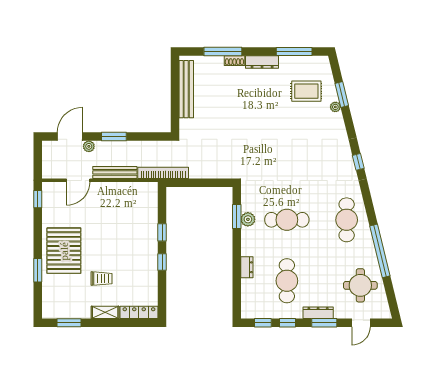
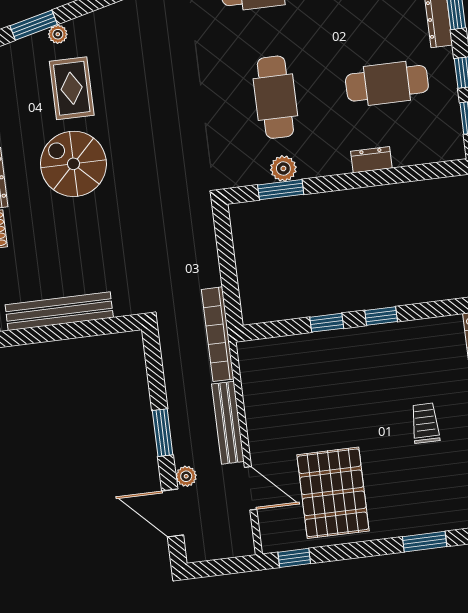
rug: (306, 91) -> (72, 88), moved
spiral stairs: (265, 107) -> (73, 164), added
pallet: (64, 251) -> (333, 493), moved, turned 90

